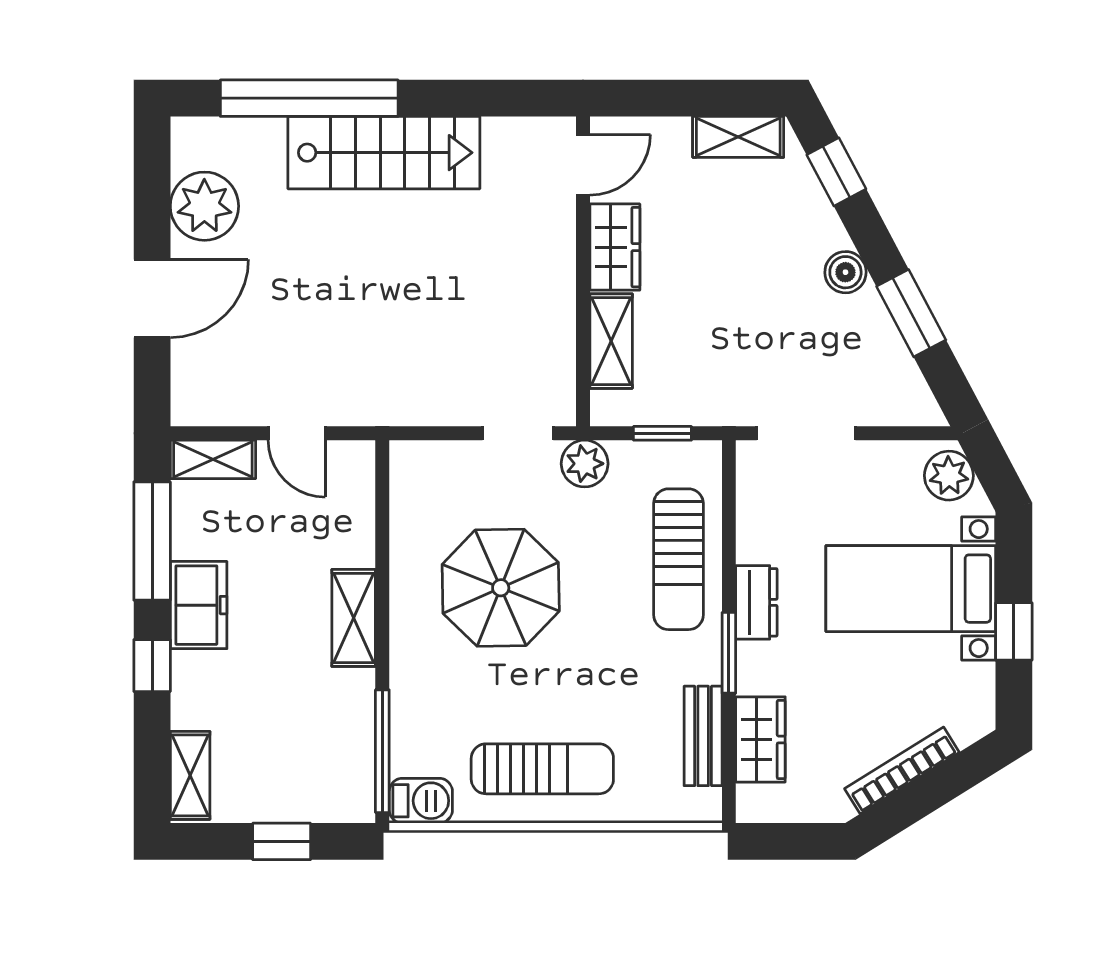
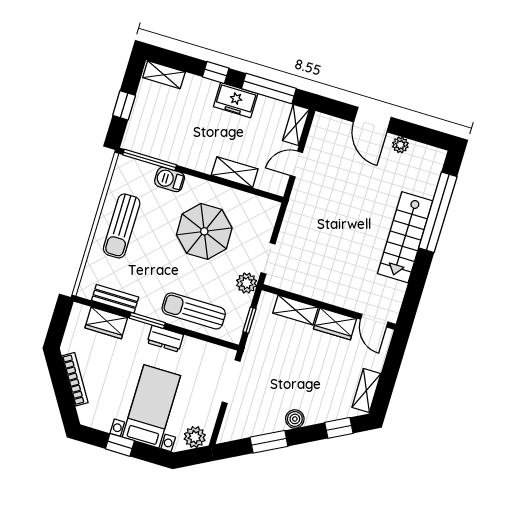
plant: (204, 206) -> (400, 145), width x0.53, depth x0.53
shelving: (354, 618) -> (235, 172), moved
barbecue: (421, 801) -> (170, 179), moved, turned 90

